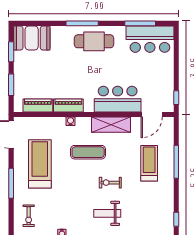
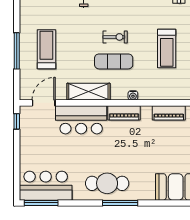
window: (140, 23) -> (41, 203), moved
piano: (68, 105) -> (124, 113), moved
treadmill: (149, 163) -> (46, 49), turned 180
treadmill: (40, 164) -> (167, 49), width x0.73, depth x0.73
exercise bike: (110, 183) -> (115, 37), moved

